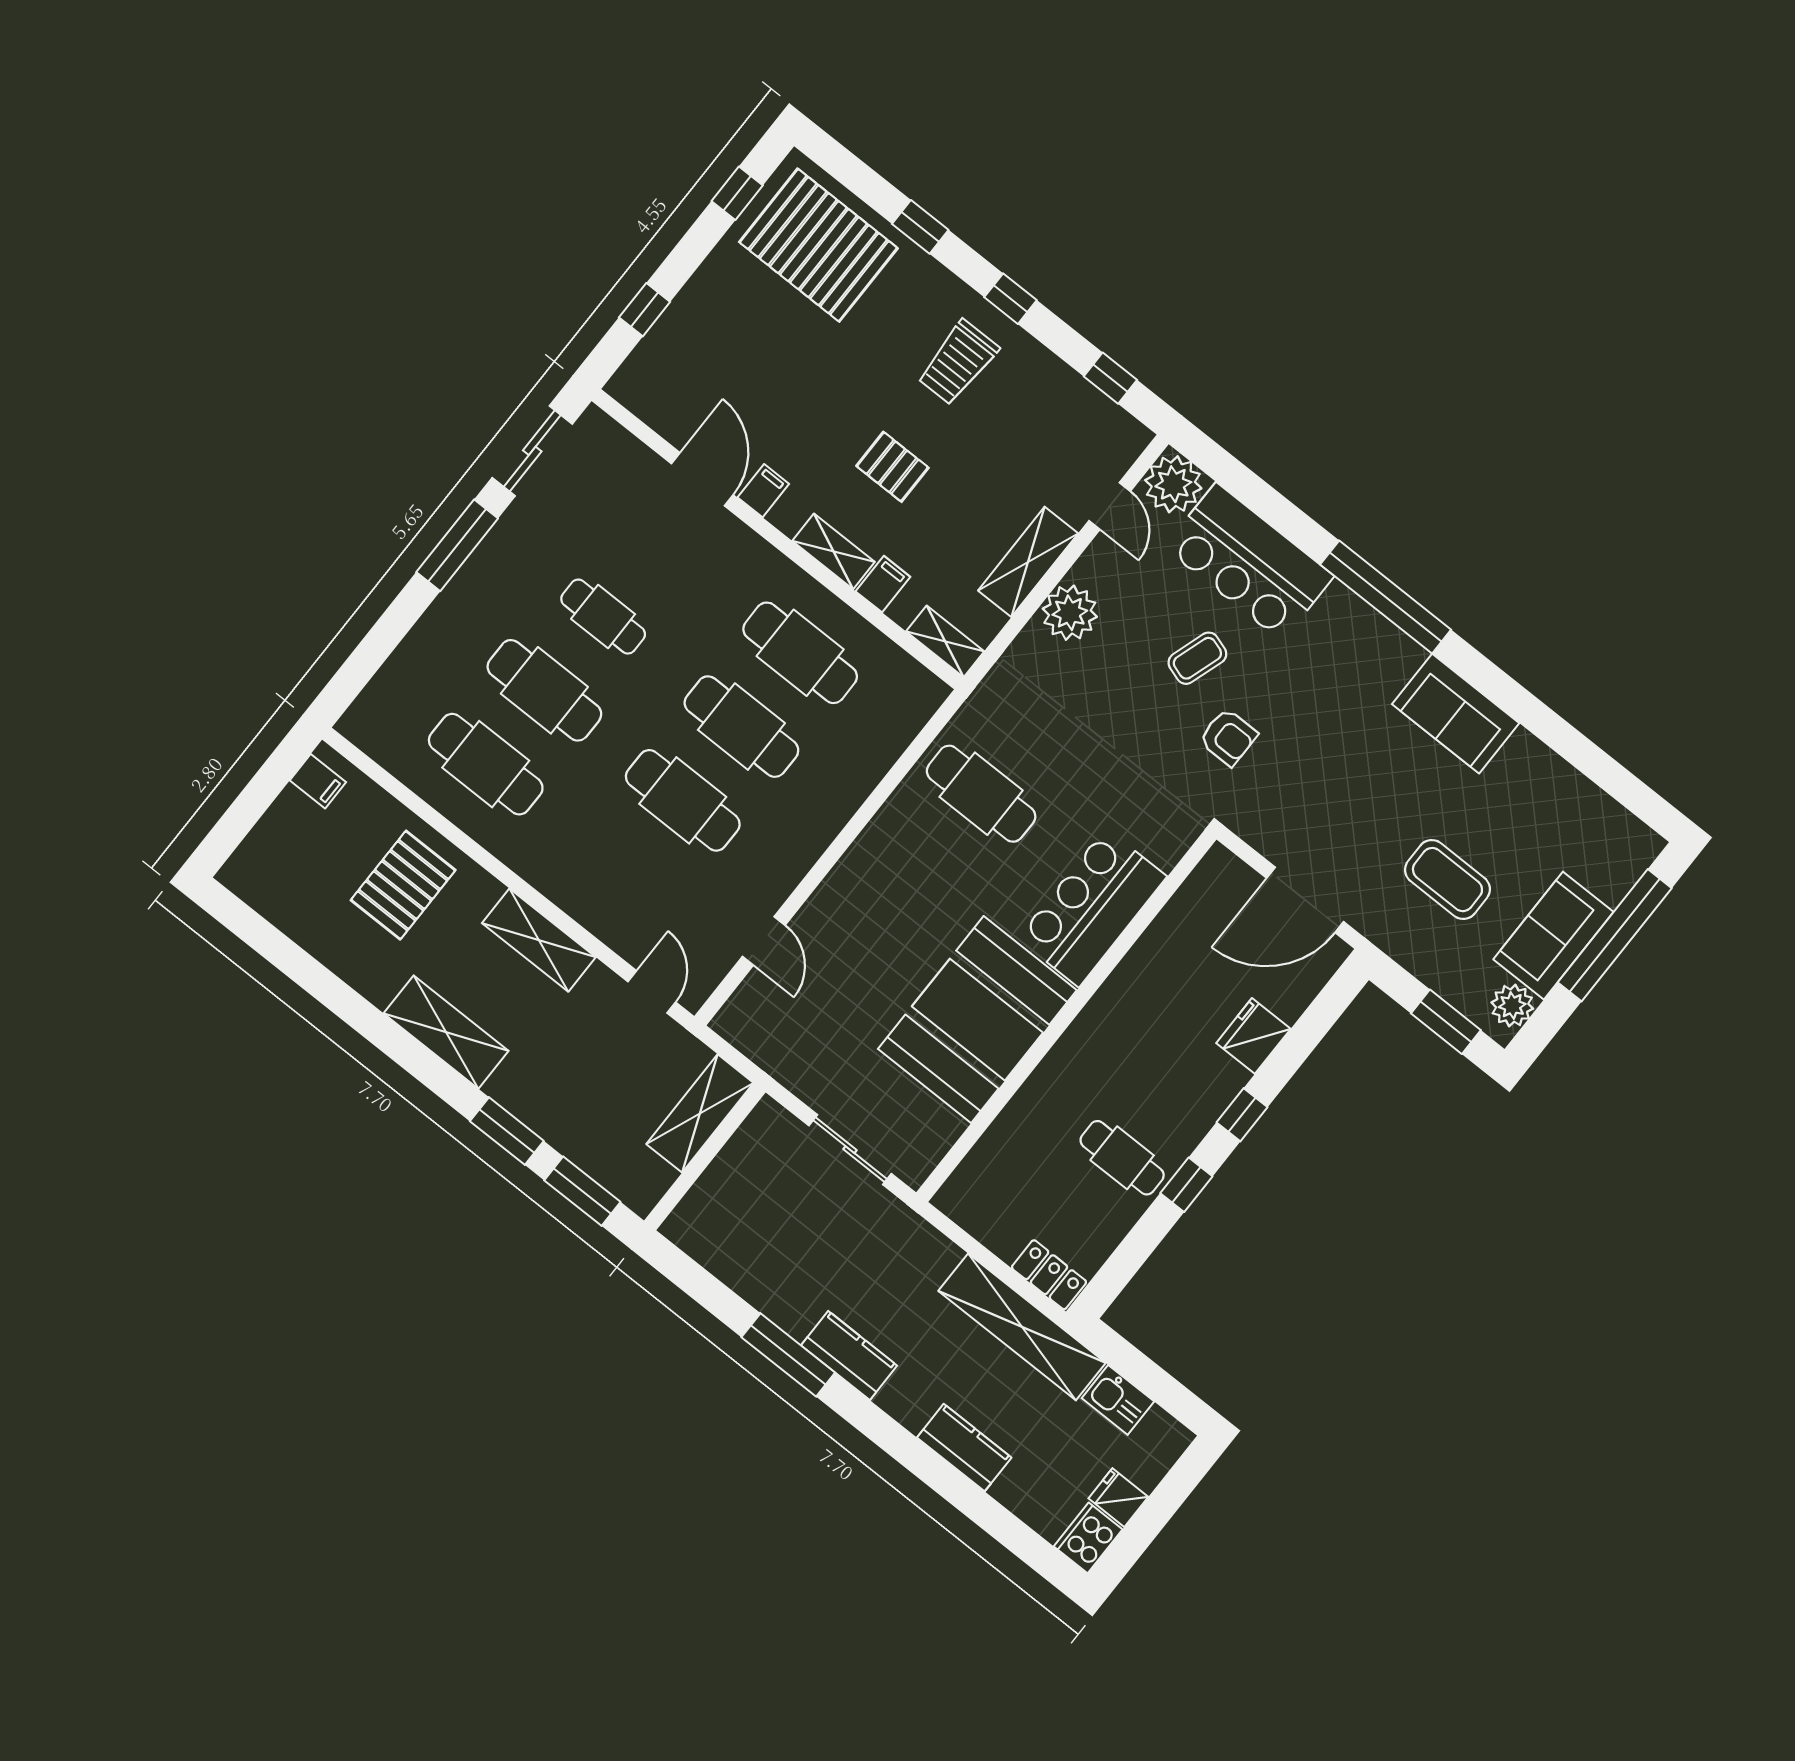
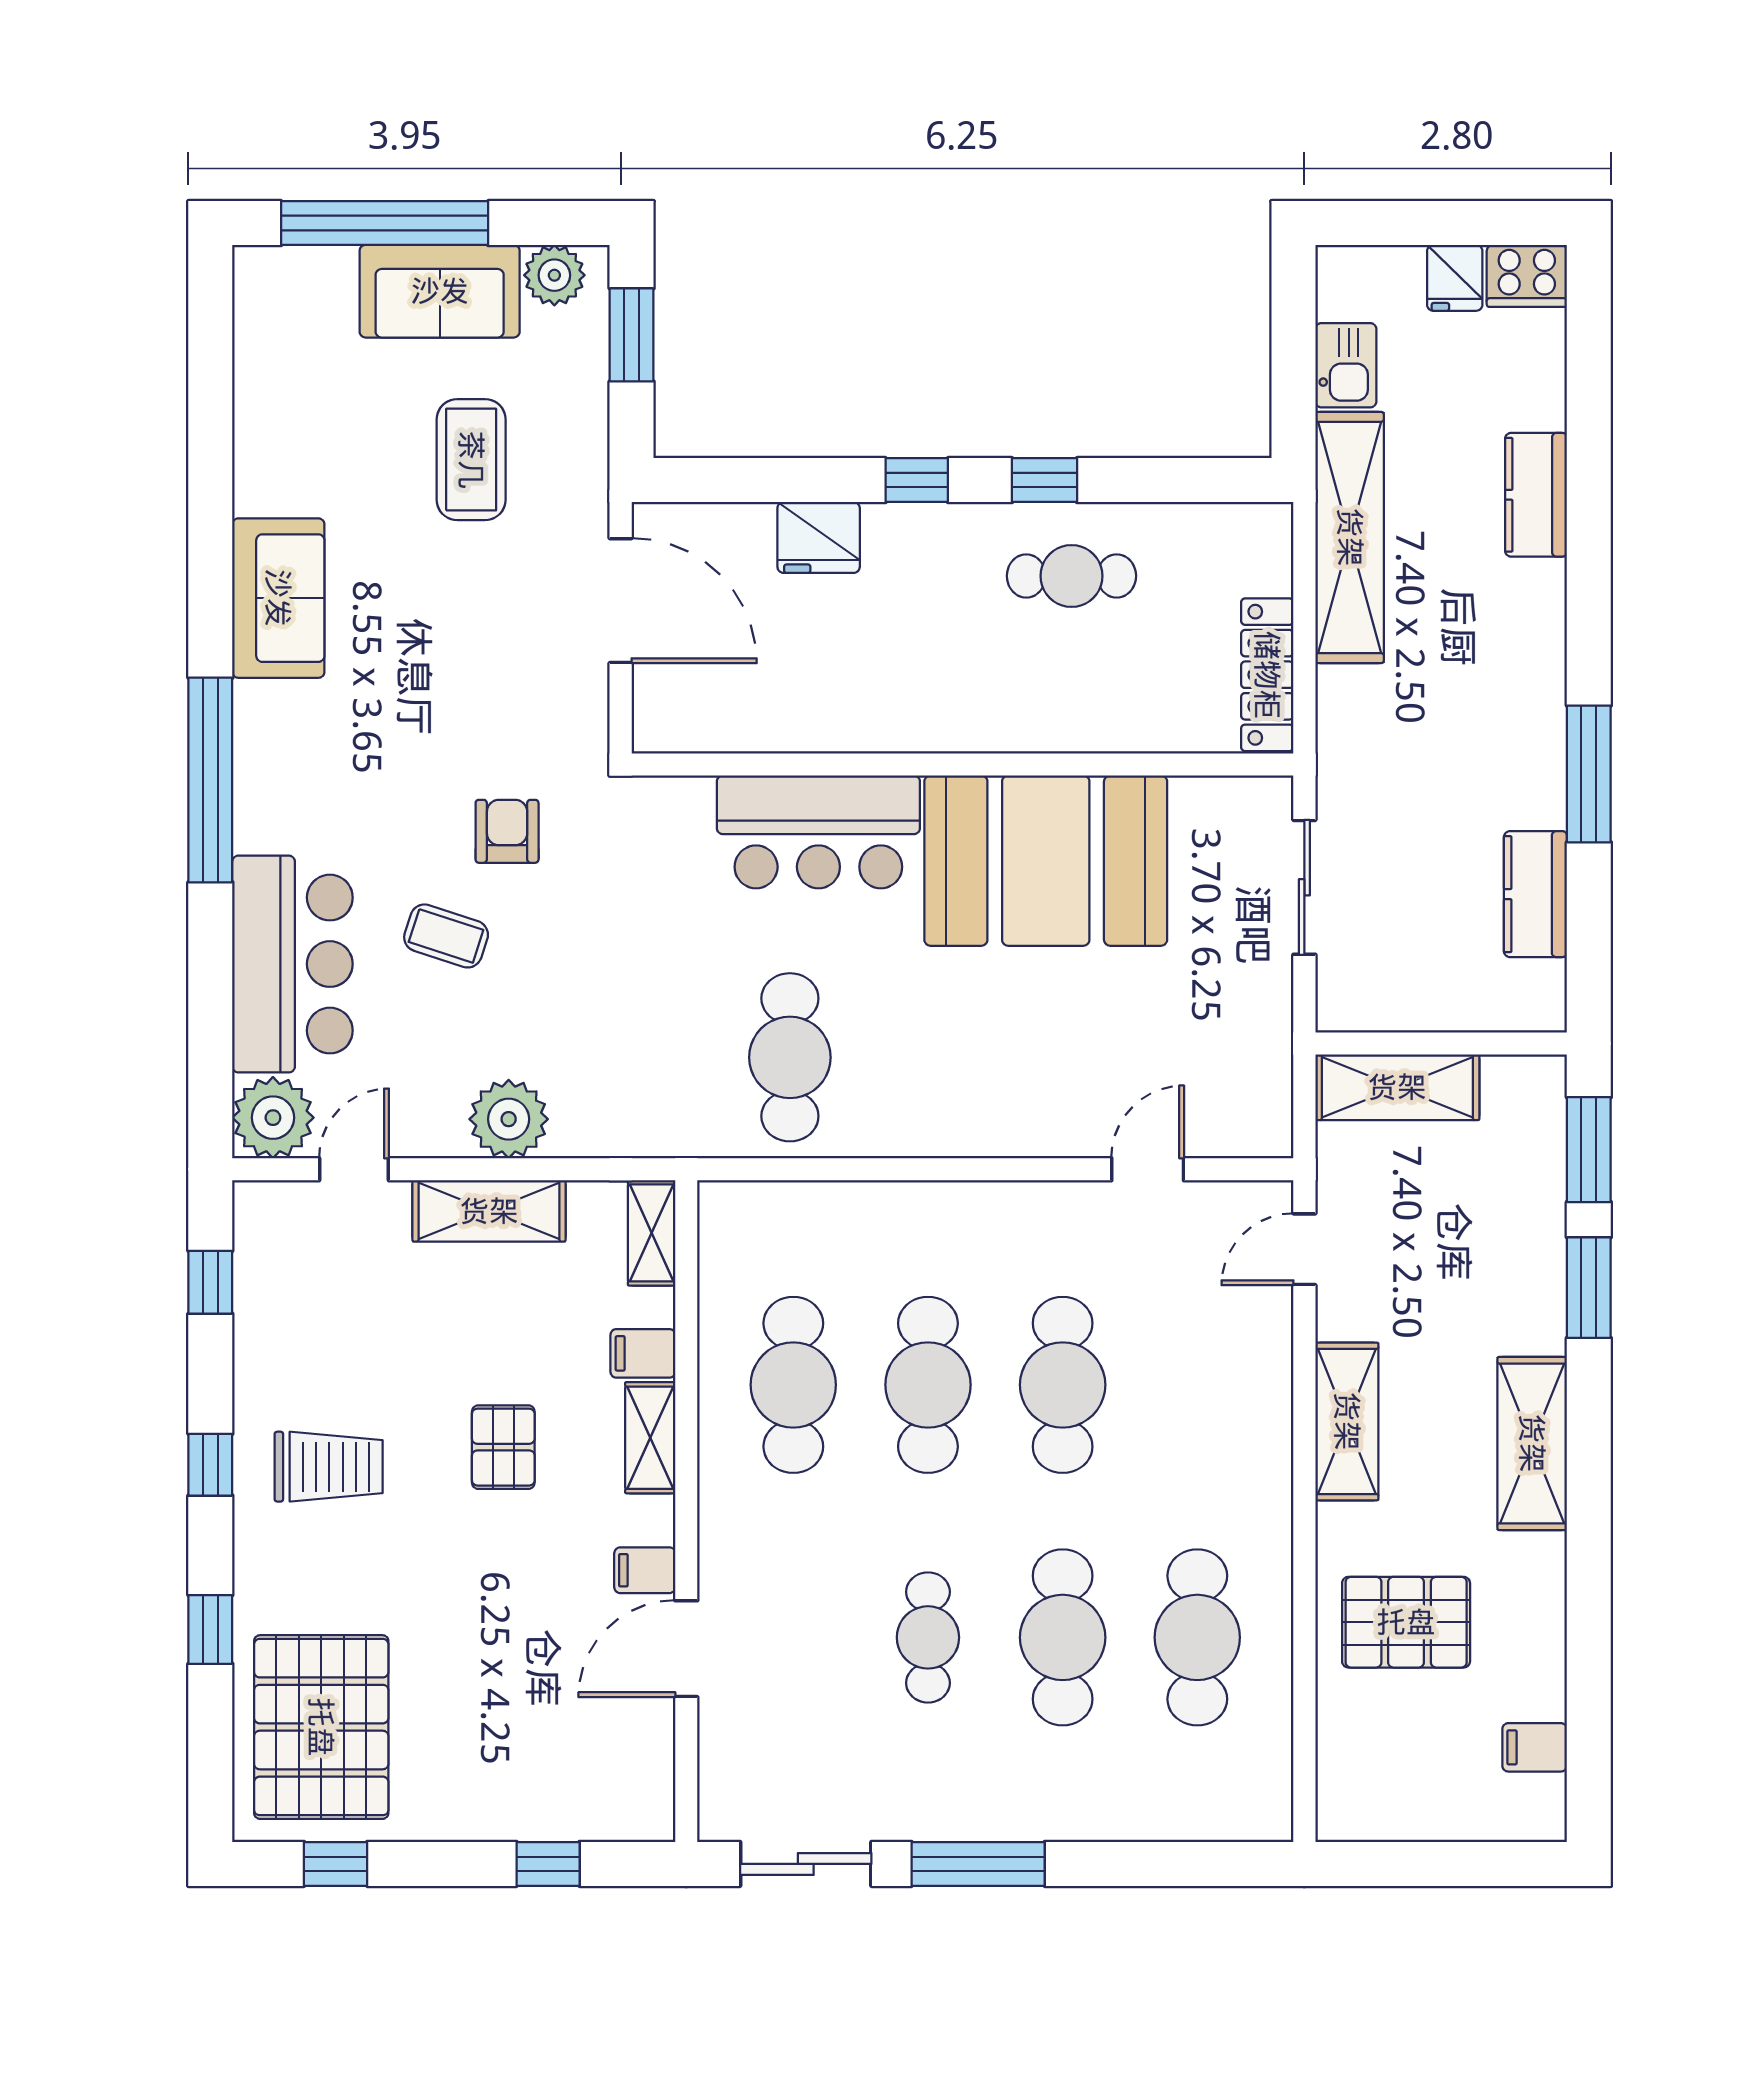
filing cabinet: (318, 781) -> (1535, 1747), moved, turned -90
cafe table: (1122, 1158) -> (1071, 576), turned 90
locker: (1049, 1275) -> (1267, 675), moved, width x1.53
kitchen counter: (849, 1355) -> (1535, 894), moved

